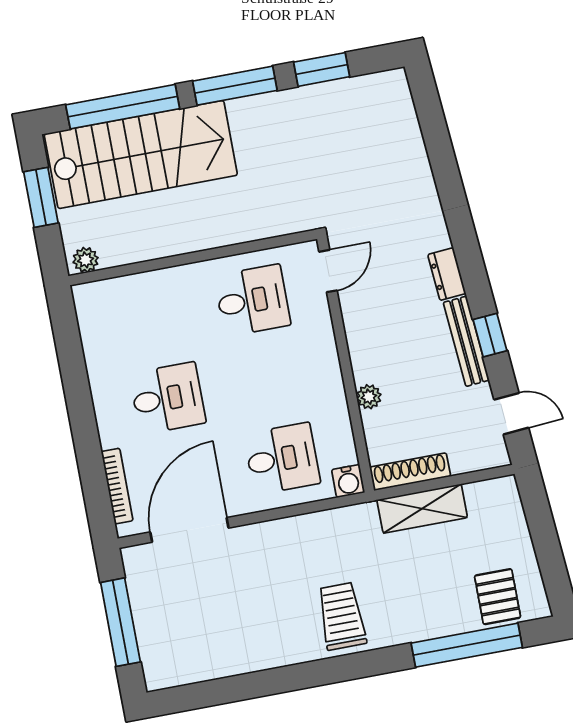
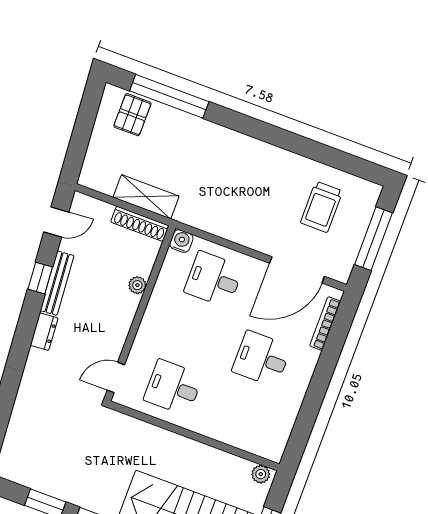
door: (511, 414) -> (56, 222), swing flipped
trolley: (342, 616) -> (322, 207), moved

